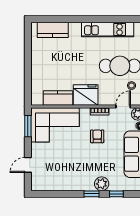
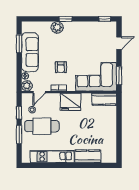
kitchen counter: (53, 30) -> (88, 156), moved
kitchen counter: (58, 98) -> (104, 99), moved
window: (116, 194) -> (105, 19), moved

